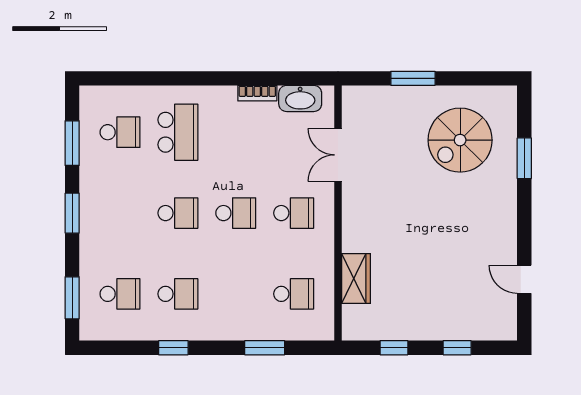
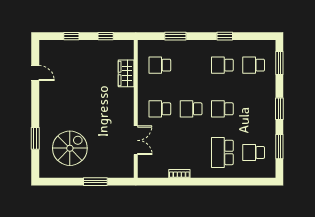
washbasin: (300, 98) -> (156, 171), removed

